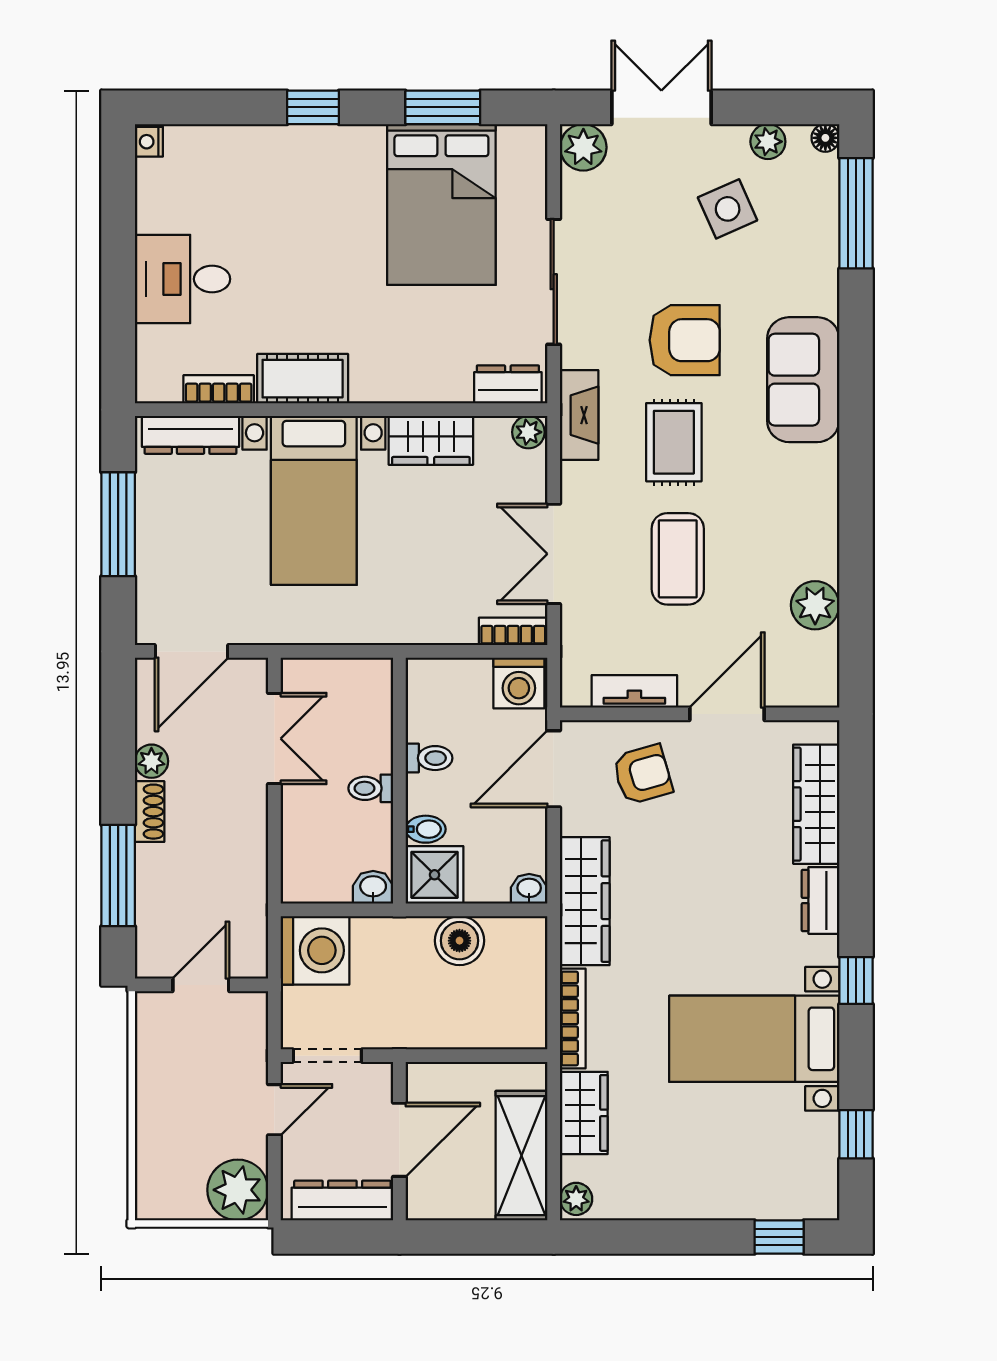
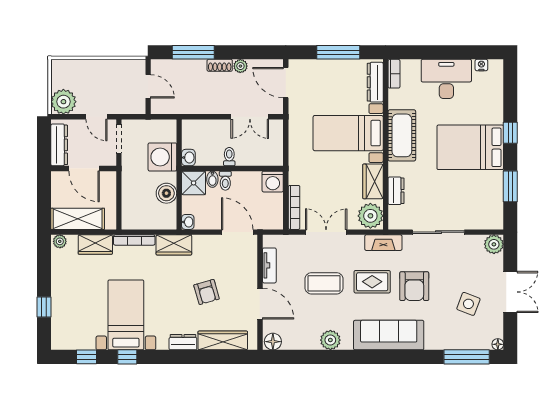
double door: (661, 107) -> (510, 292), moved
nightstand: (149, 142) -> (481, 65), moved
plant: (768, 142) -> (496, 321), removed
bed: (441, 205) -> (470, 147), moved
side table: (728, 209) -> (468, 304), turned 45
desk: (183, 279) -> (446, 79), width x1.37
cot: (303, 379) -> (402, 135), width x1.37, depth x1.34
sofa: (803, 380) -> (389, 335), width x1.36
dresser: (508, 384) -> (396, 191), moved
bookcase: (219, 389) -> (394, 74), moved
plant: (528, 432) -> (370, 216), width x1.88, depth x1.88
plant: (815, 605) -> (330, 340), moved
bookcase: (513, 631) -> (294, 207), width x1.56
washing machine: (519, 683) -> (273, 182), moved, turned -90
floor lamp: (819, 683) -> (273, 342), added
toilet: (429, 758) -> (225, 181), moved
armchair: (643, 774) -> (207, 292), moved
wardrobe: (585, 901) -> (174, 245), width x0.67
washing machine: (315, 950) -> (162, 157), moved, turned 90
window: (856, 980) -> (127, 357), moved
window: (779, 1237) -> (44, 307), moved

